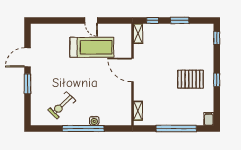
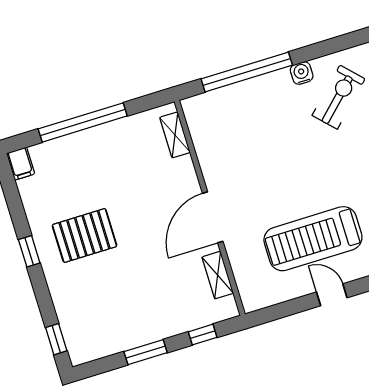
shelving: (138, 34) -> (218, 275), moved
door: (132, 70) -> (213, 217), swing flipped
water cooler: (94, 121) -> (302, 73), moved
window: (83, 129) -> (247, 72), moved

